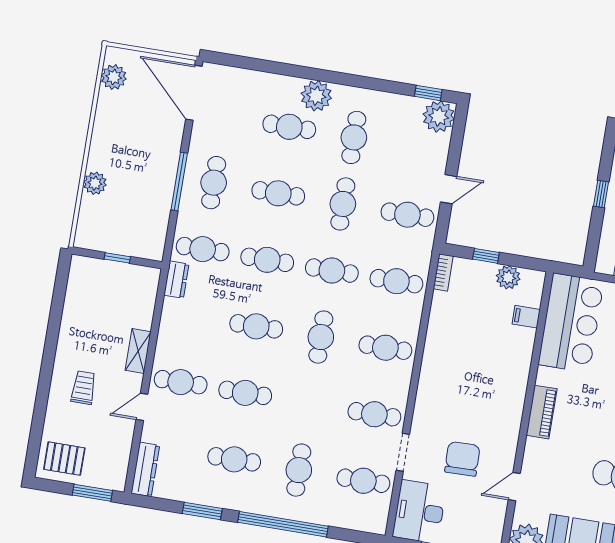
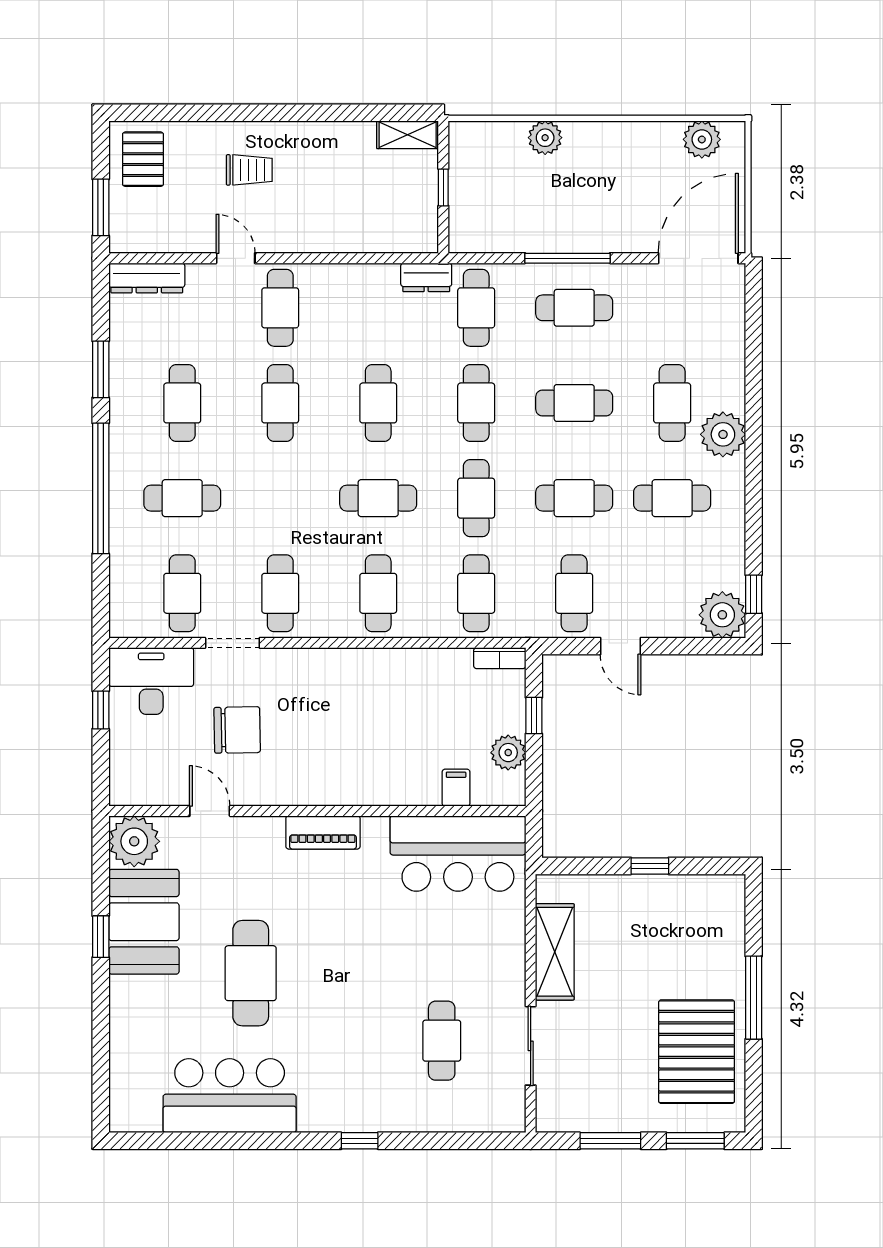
cafe table: (278, 193) -> (574, 403), turned 90
shelving: (138, 351) -> (408, 135), moved

